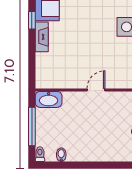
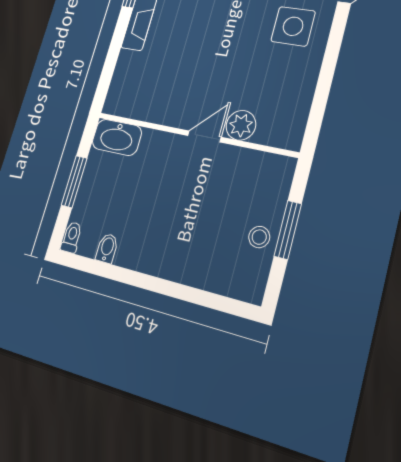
plant: (113, 81) -> (241, 125), added
window: (32, 127) -> (74, 182), width x0.69

